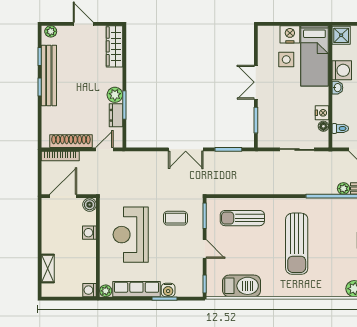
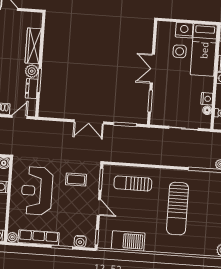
wardrobe: (114, 46) -> (33, 46), moved
water cooler: (168, 290) -> (80, 241), moved

